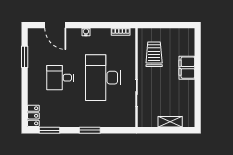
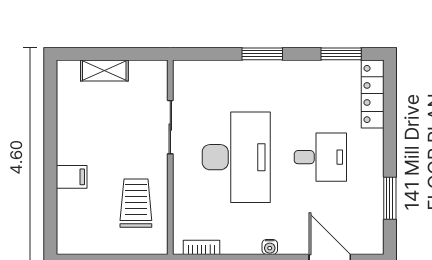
trolley: (154, 54) -> (136, 203), turned 180
filing cabinet: (187, 68) -> (72, 177), width x0.50
locker: (33, 116) -> (373, 94), width x1.53

